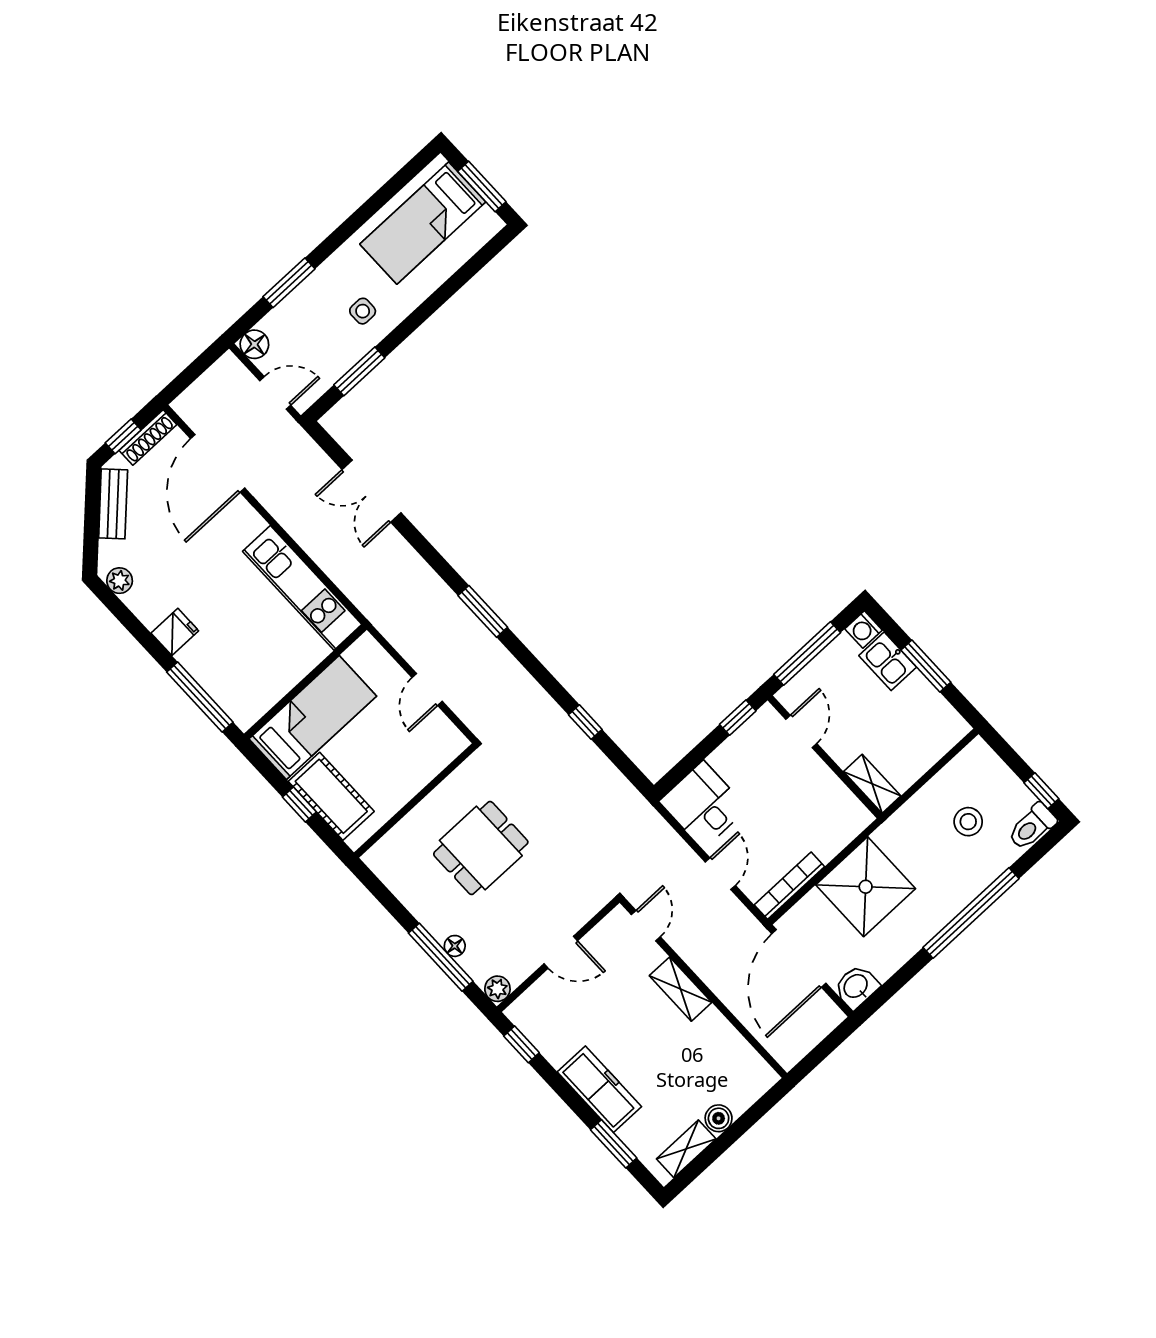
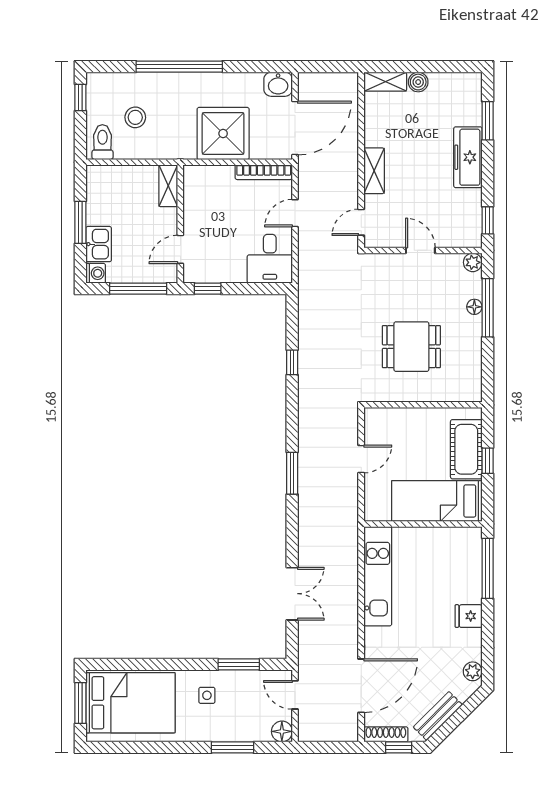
bed: (423, 223) -> (130, 703), width x1.50
toilet: (1032, 827) -> (102, 142), moved, turned -90
shelving: (686, 1149) -> (385, 82), moved

